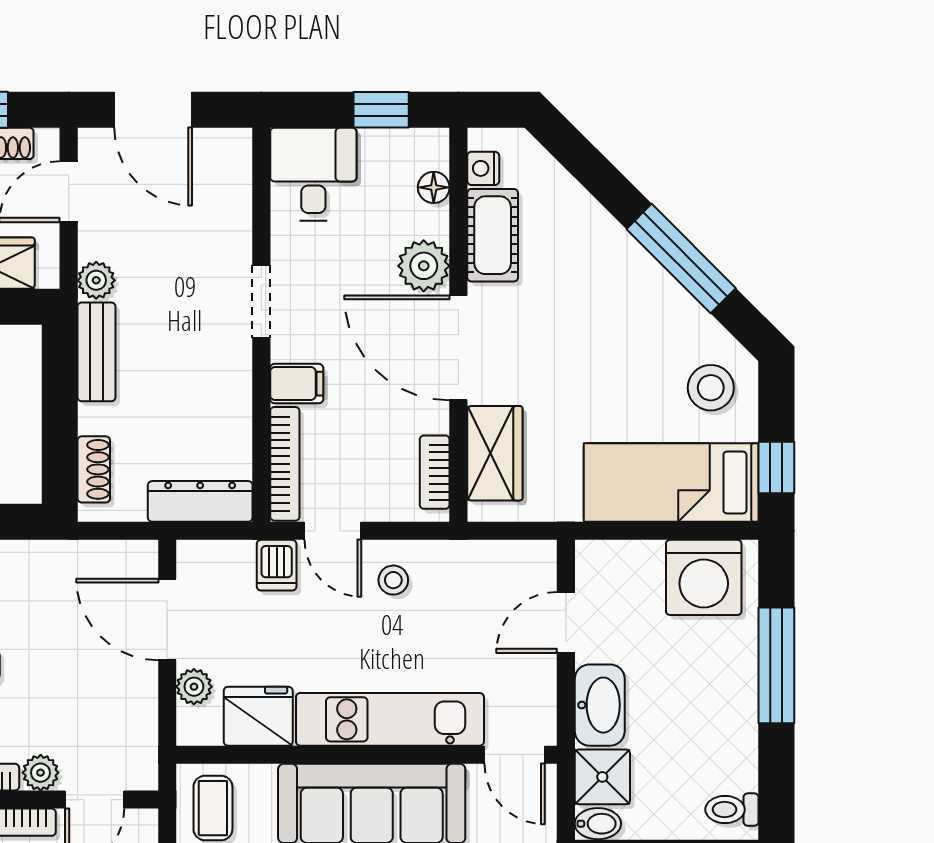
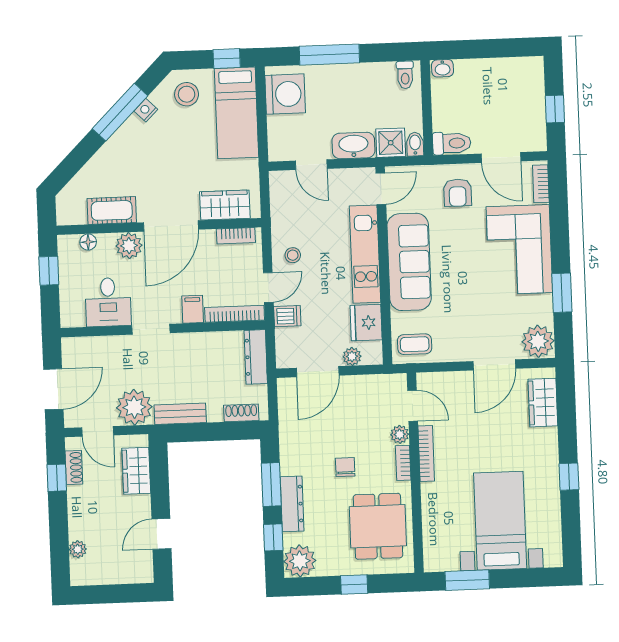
nightstand: (483, 168) -> (146, 110), moved, turned 135
desk: (313, 174) -> (108, 302), moved, turned -90
plant: (96, 280) -> (134, 407), width x1.87, depth x1.87

